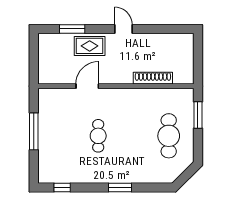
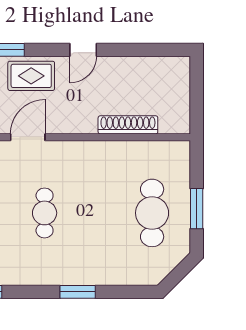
door: (124, 29) -> (83, 50), swing flipped
window: (198, 115) -> (197, 209), moved

